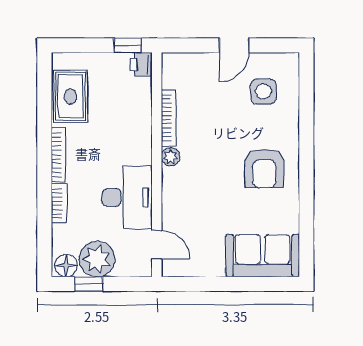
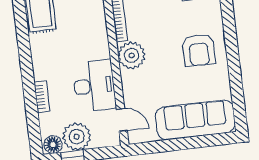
bookcase: (58, 155) -> (37, 59), removed
plant: (171, 157) -> (132, 55), width x1.87, depth x1.87
sofa: (263, 256) -> (195, 120), width x1.36

